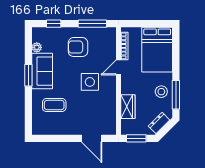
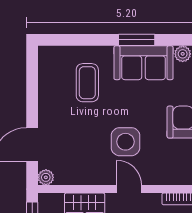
door: (119, 67) -> (129, 189), moved
plant: (111, 130) -> (46, 177), added

